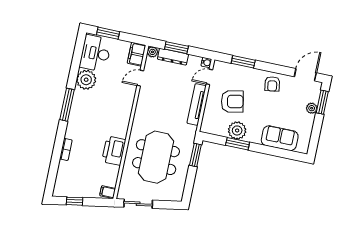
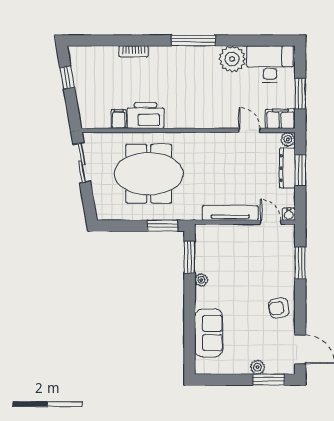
window: (108, 33) -> (300, 94), moved
armchair: (232, 101) -> (244, 260), removed
plant: (237, 130) -> (201, 280), width x0.53, depth x0.53
window: (238, 144) -> (190, 257), moved
filing cabinet: (108, 192) -> (119, 119), moved

